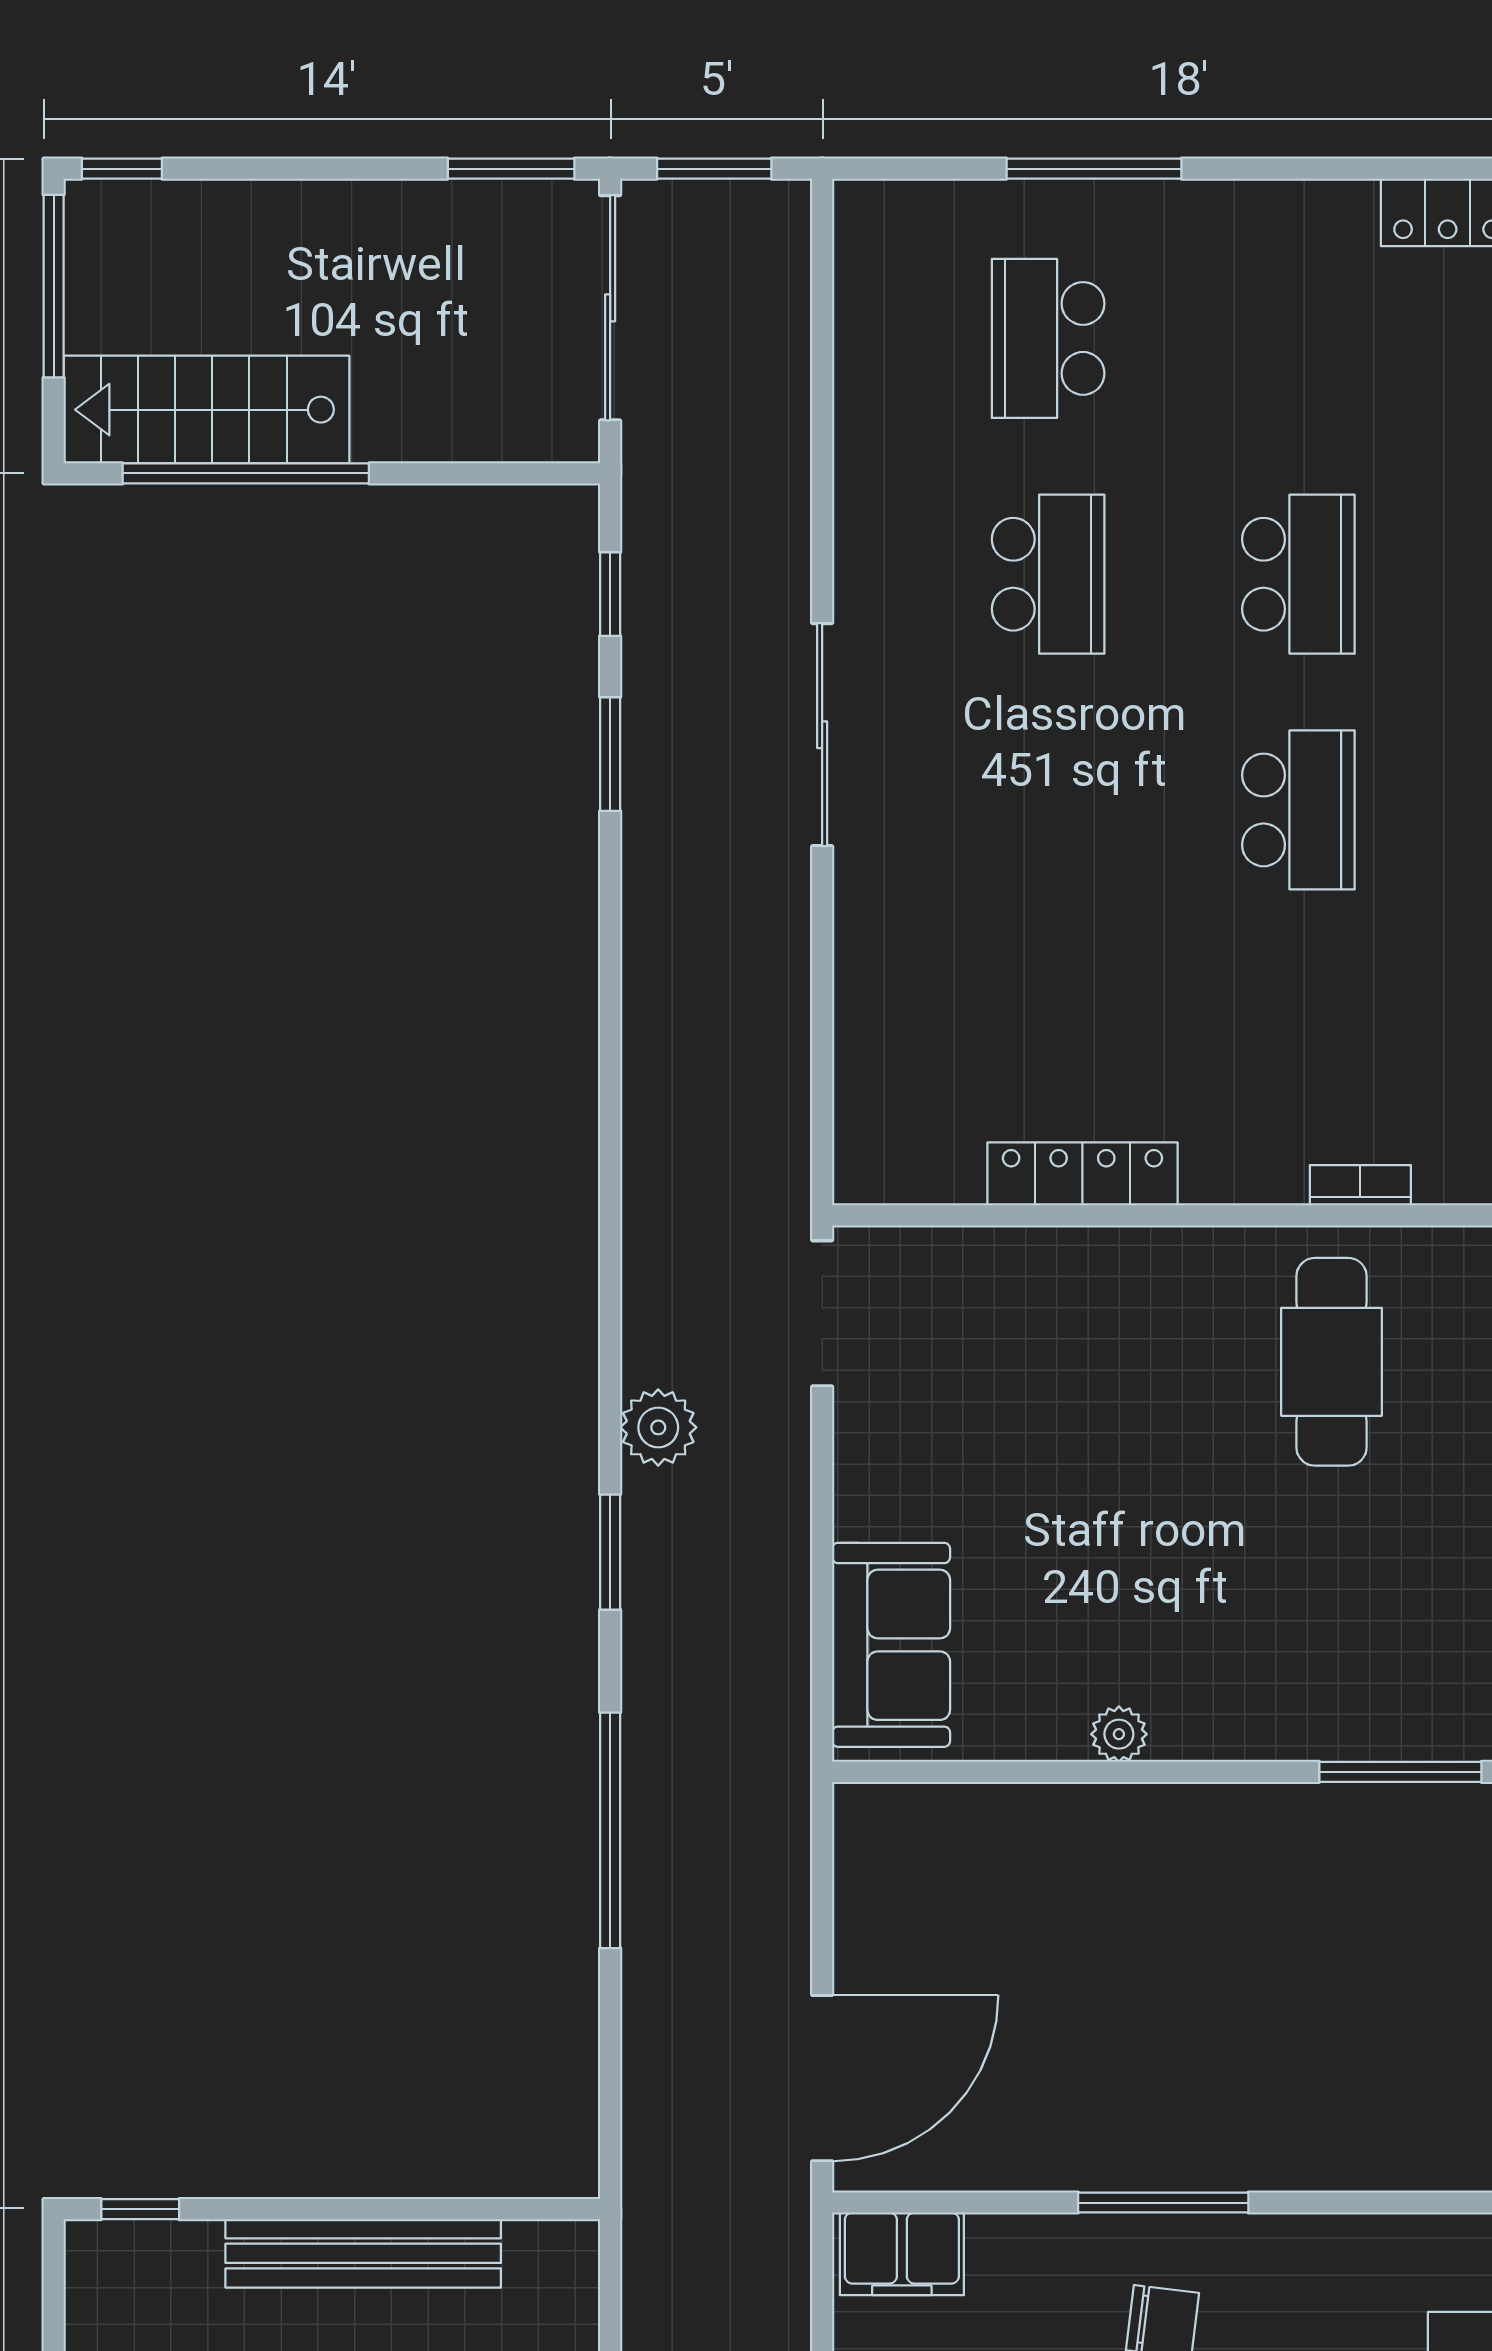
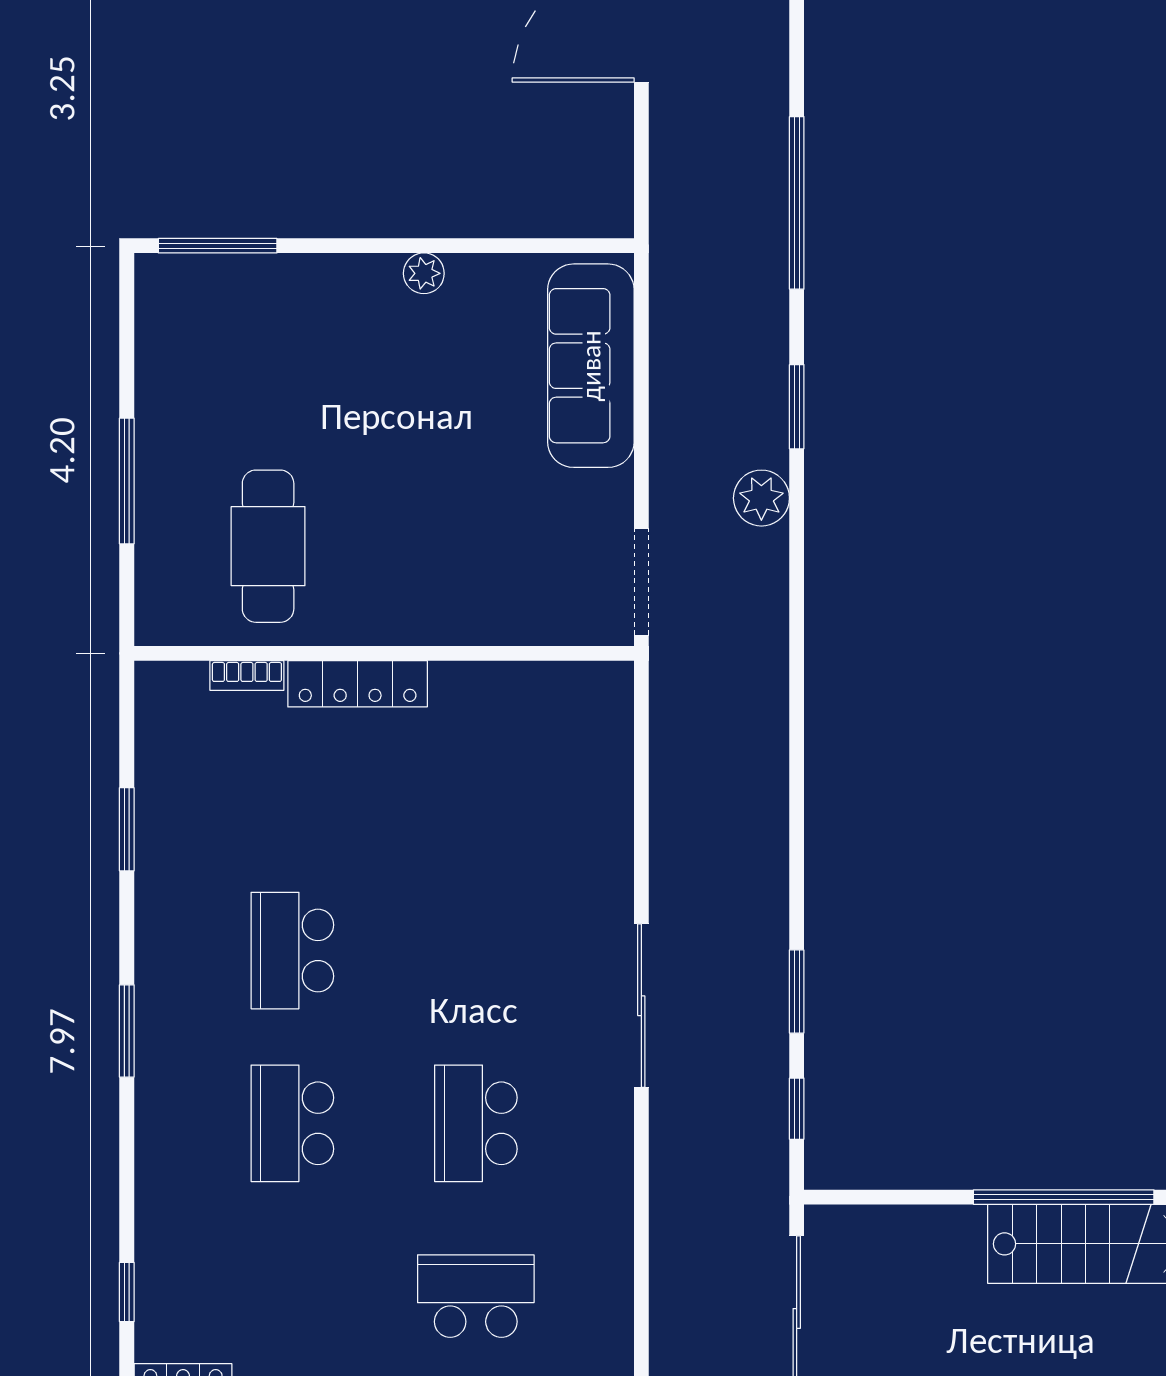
school desk: (1048, 338) -> (476, 1296), turned -90
locker: (1082, 1174) -> (358, 684), moved
sofa: (891, 1645) -> (591, 366), width x1.36

